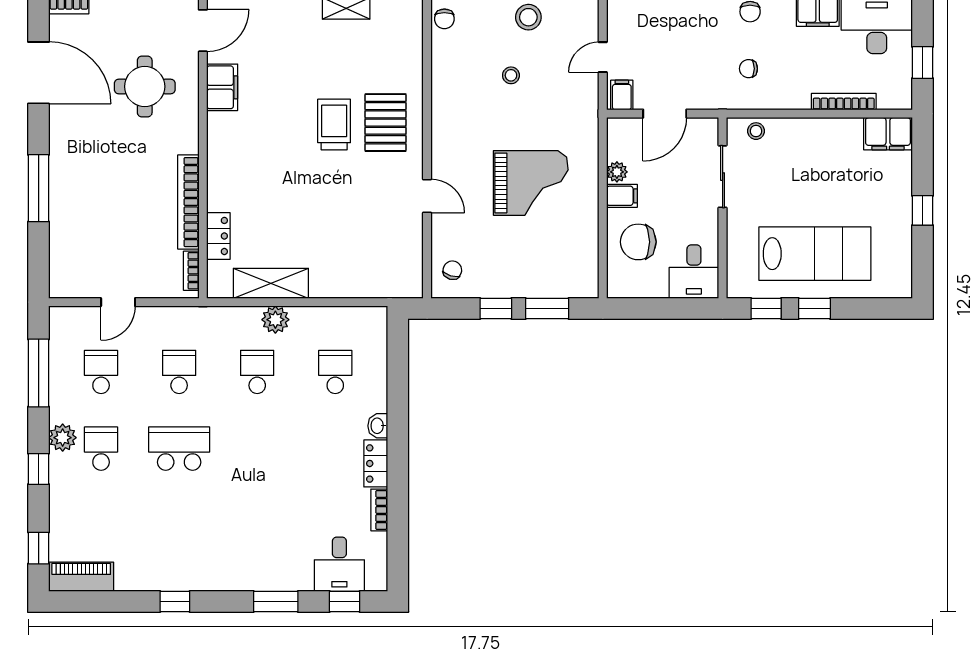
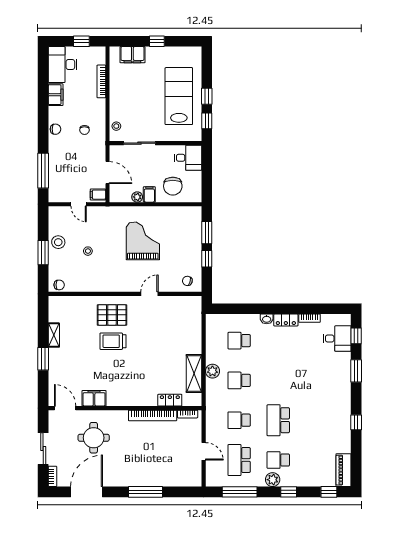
filing cabinet: (888, 134) -> (132, 55), moved, turned 90
school desk: (101, 372) -> (239, 460), width x1.85

